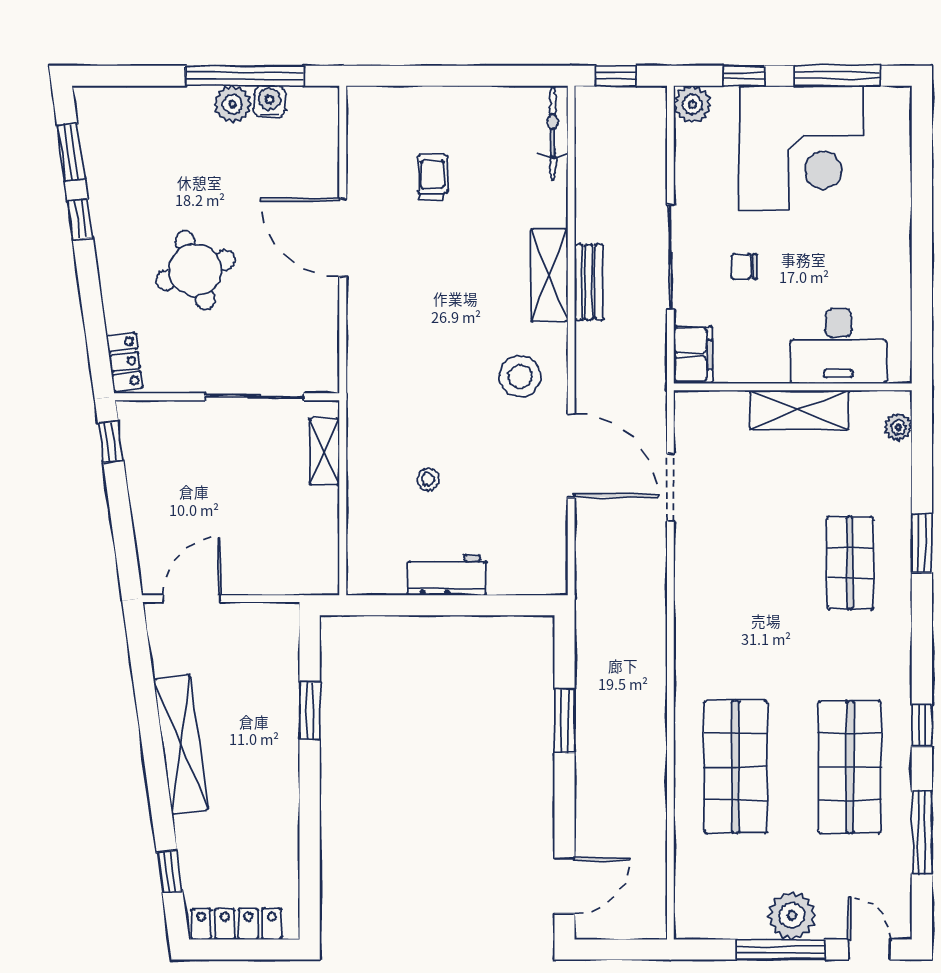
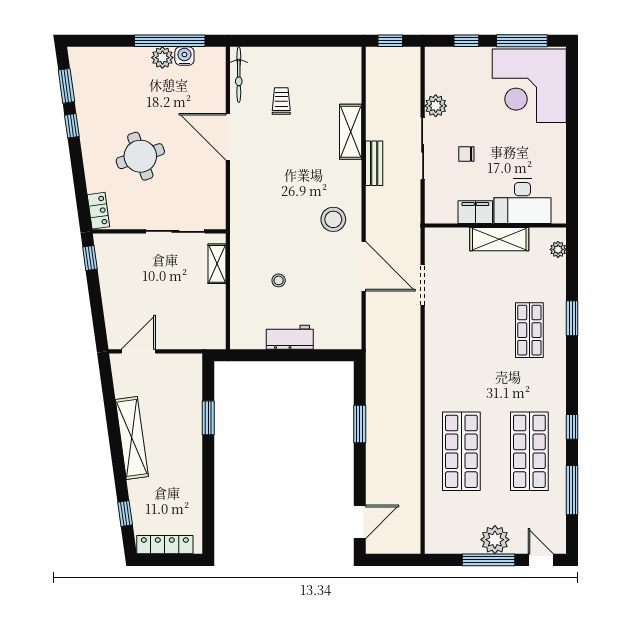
plant: (692, 104) -> (436, 106), moved
bicycle: (553, 133) -> (239, 75), moved, turned 180
corner desk: (801, 148) -> (529, 86), moved, turned 90
shelving: (549, 275) -> (351, 132), moved
filing cabinet: (693, 355) -> (475, 212), moved, turned -90

